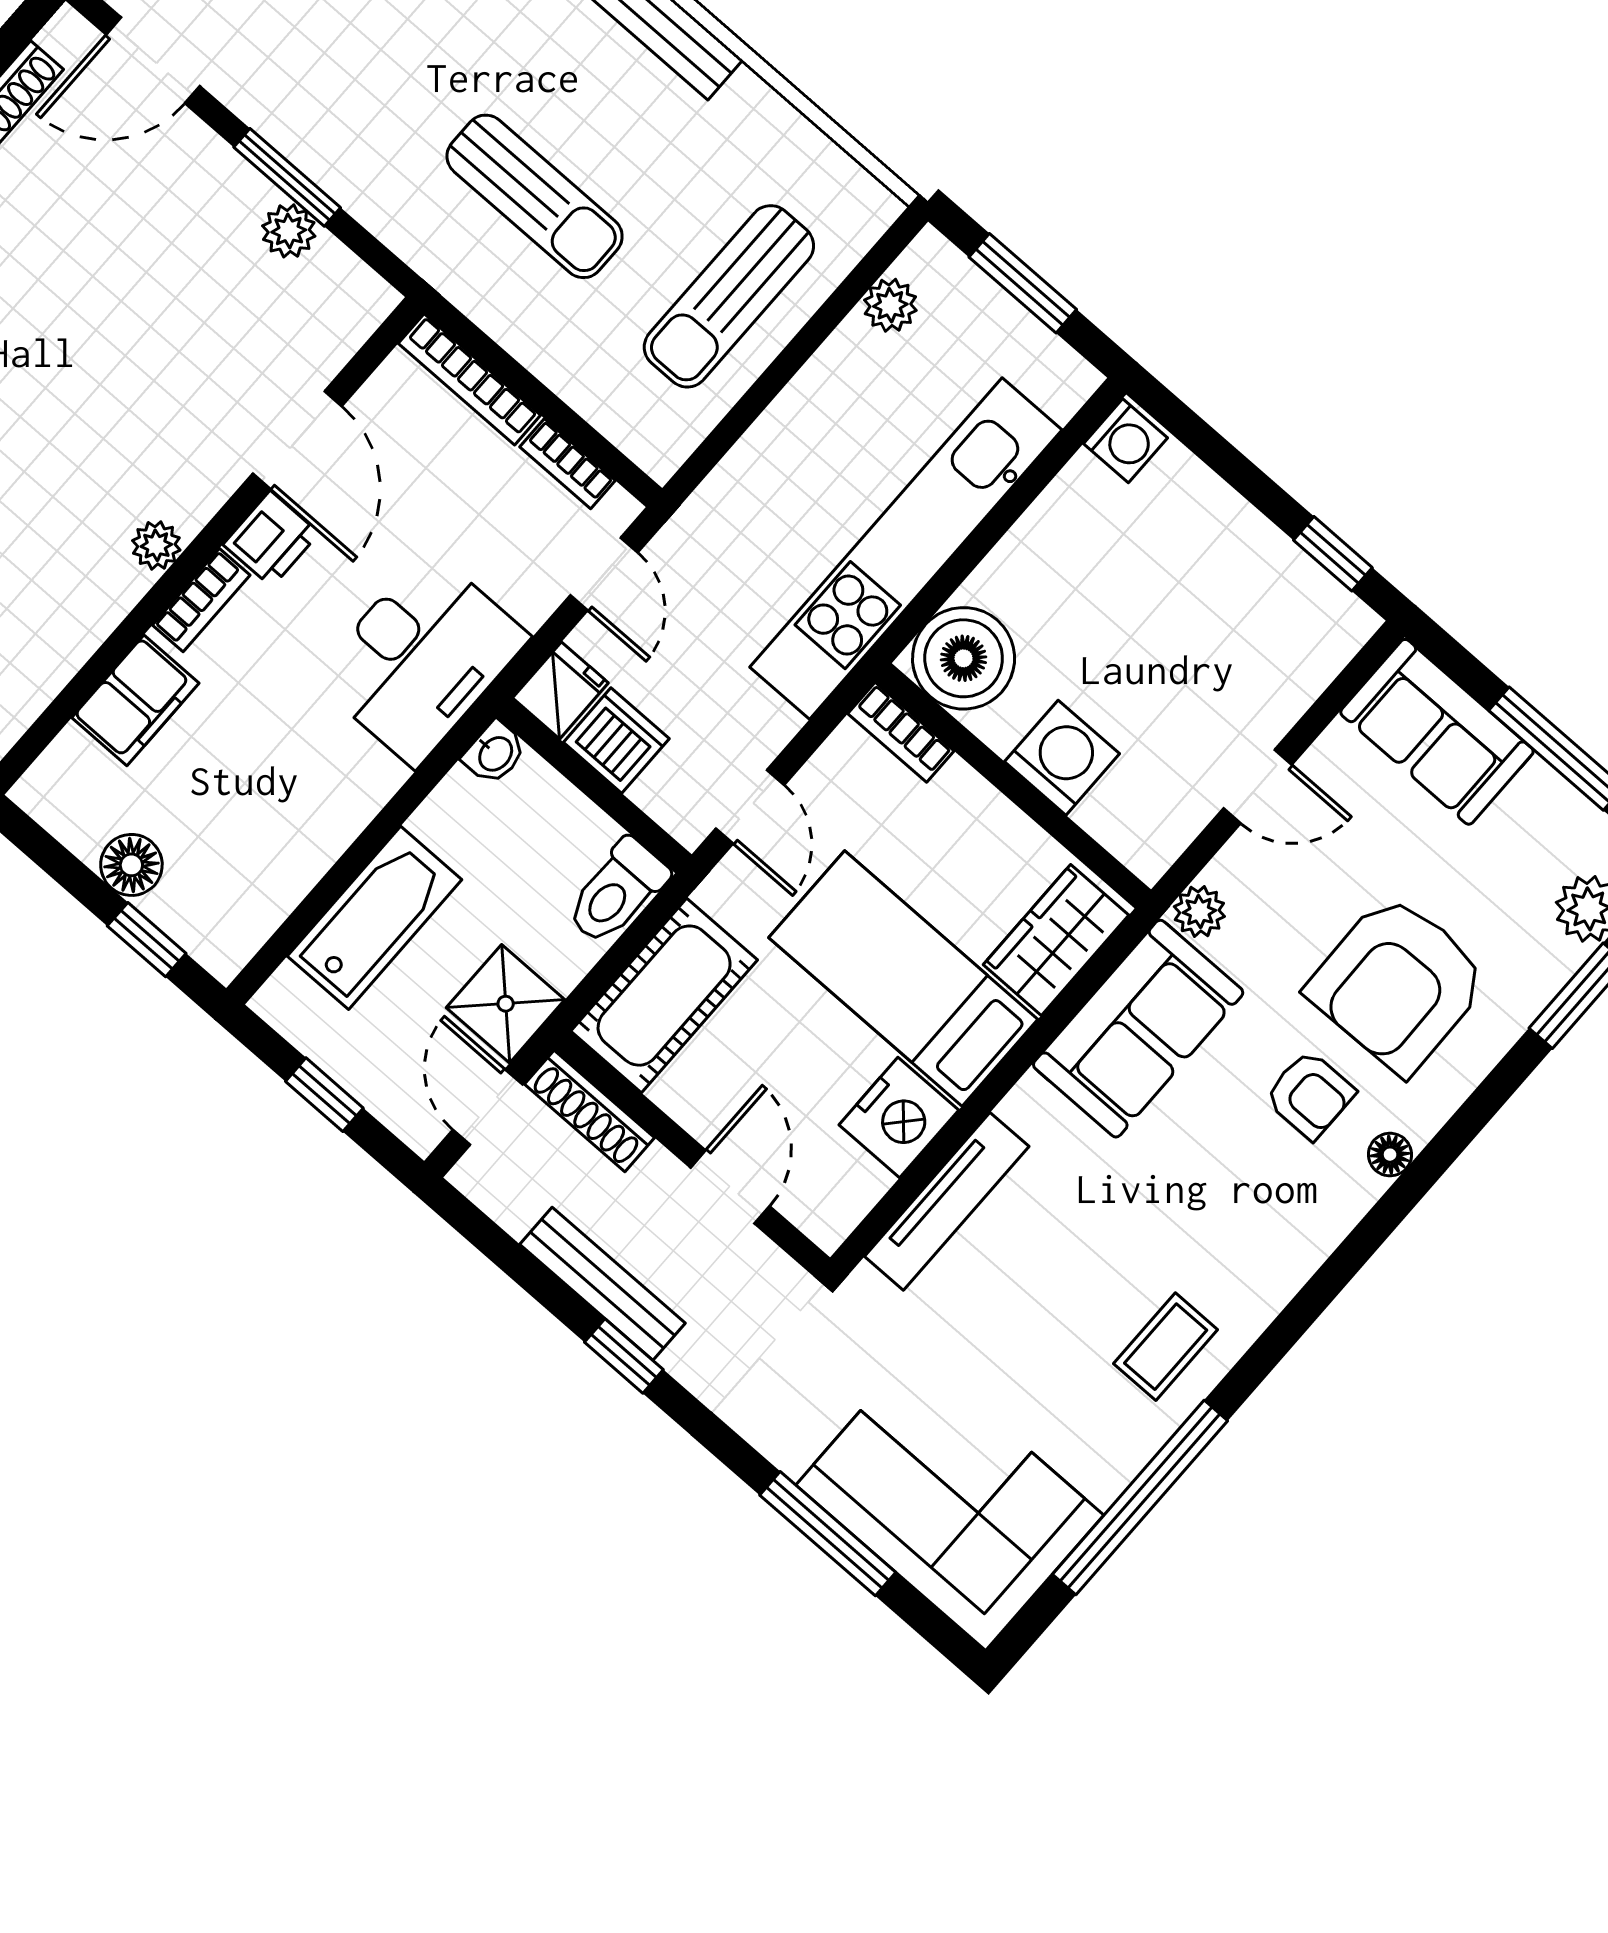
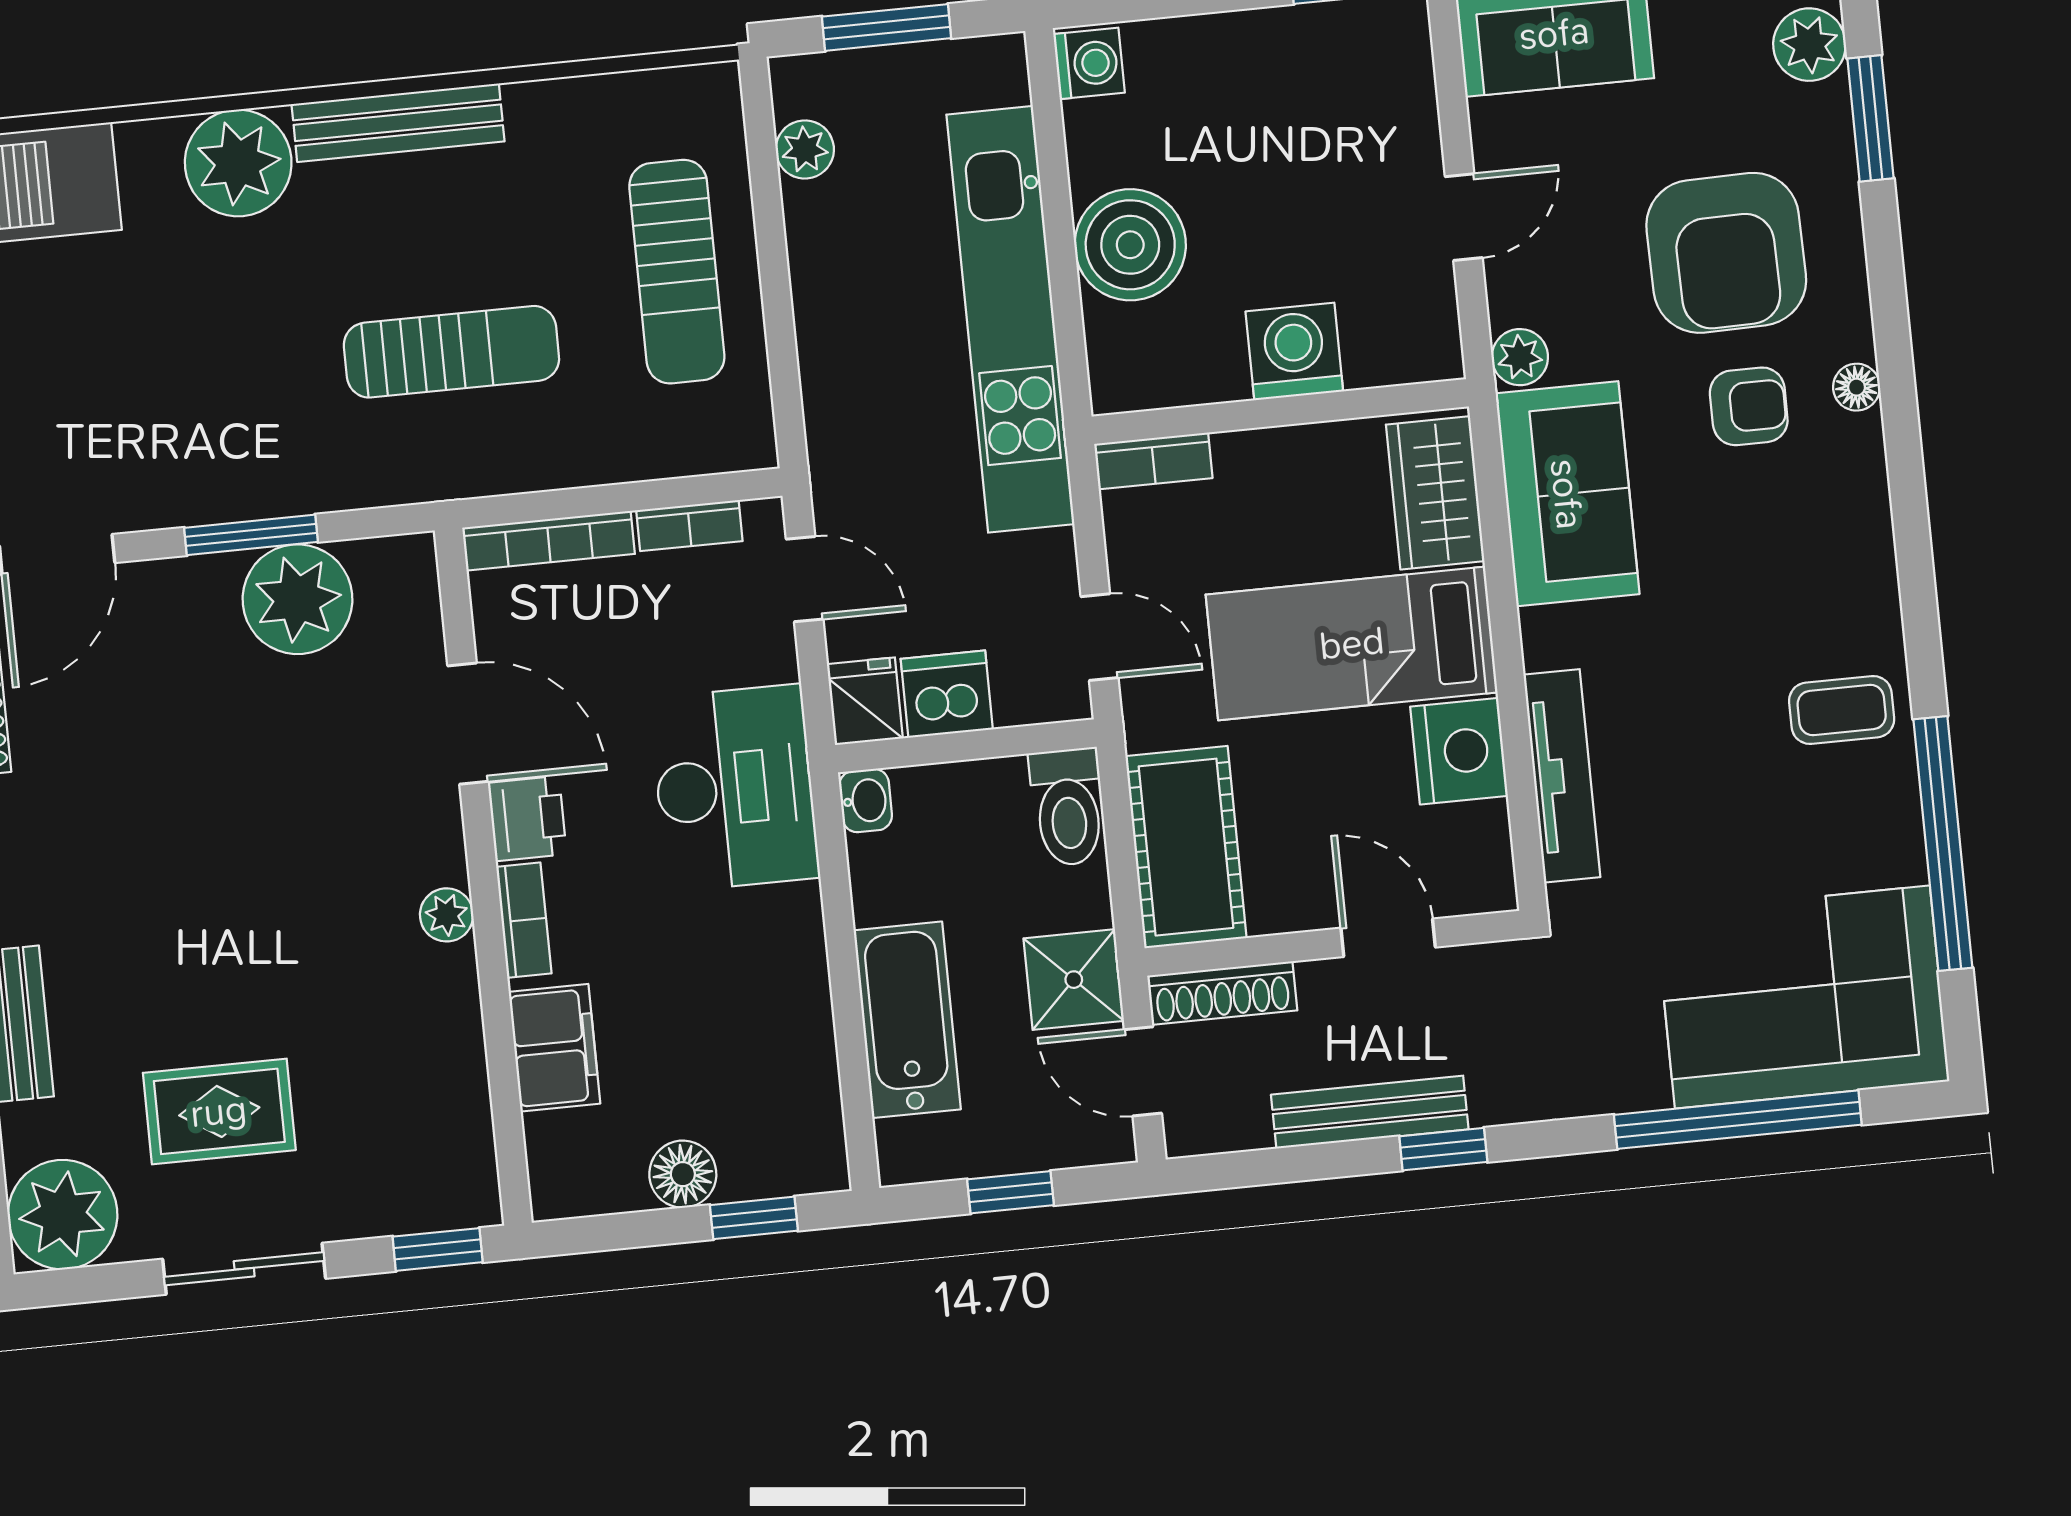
plant: (289, 231) -> (298, 599), width x1.88, depth x1.88
boiler: (964, 658) -> (1130, 245), moved
coffee table: (1166, 1347) -> (1842, 710), turned 90
window: (828, 1534) -> (1738, 1120), width x1.46

